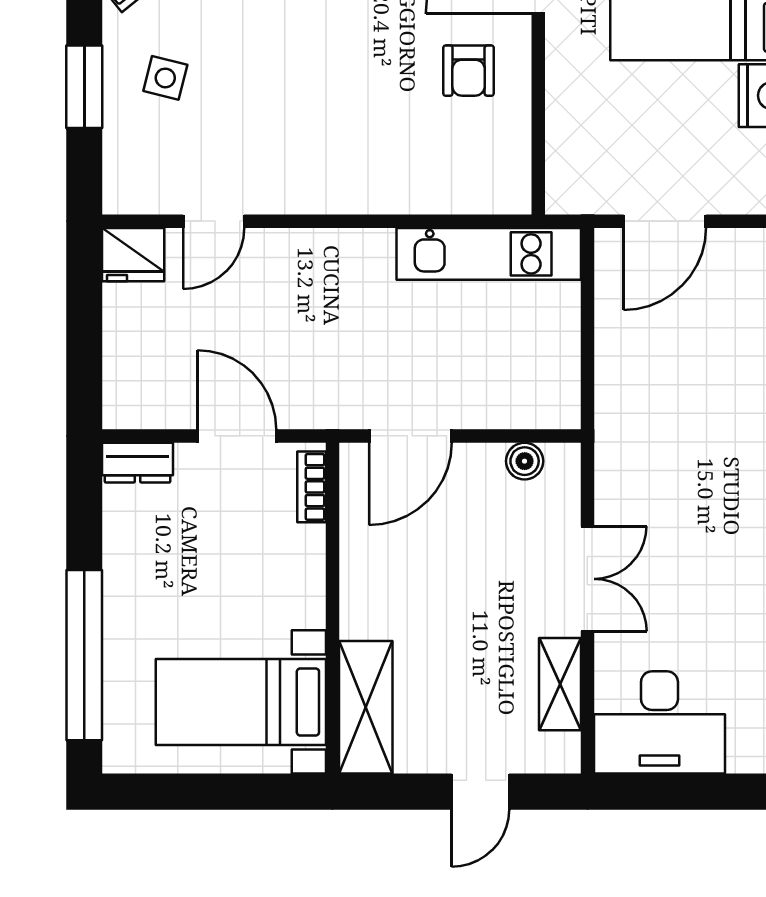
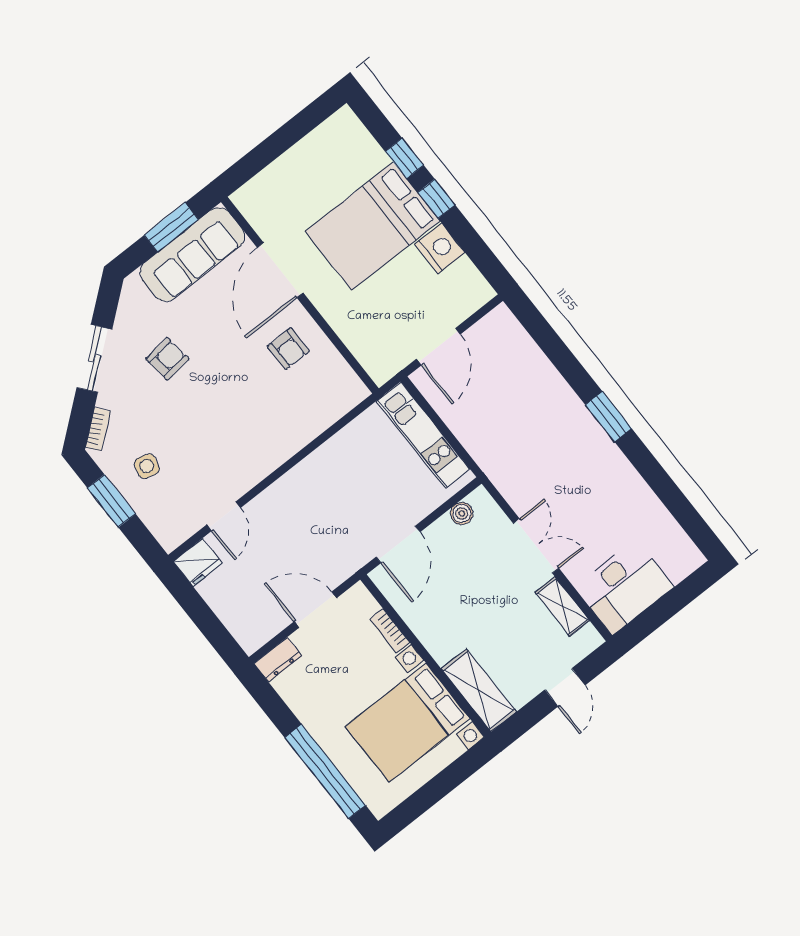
kitchen unit: (489, 254) -> (423, 435), moved, turned 90
bookcase: (312, 487) -> (390, 631), moved
bed with nightstands: (241, 702) -> (408, 722), width x1.36

